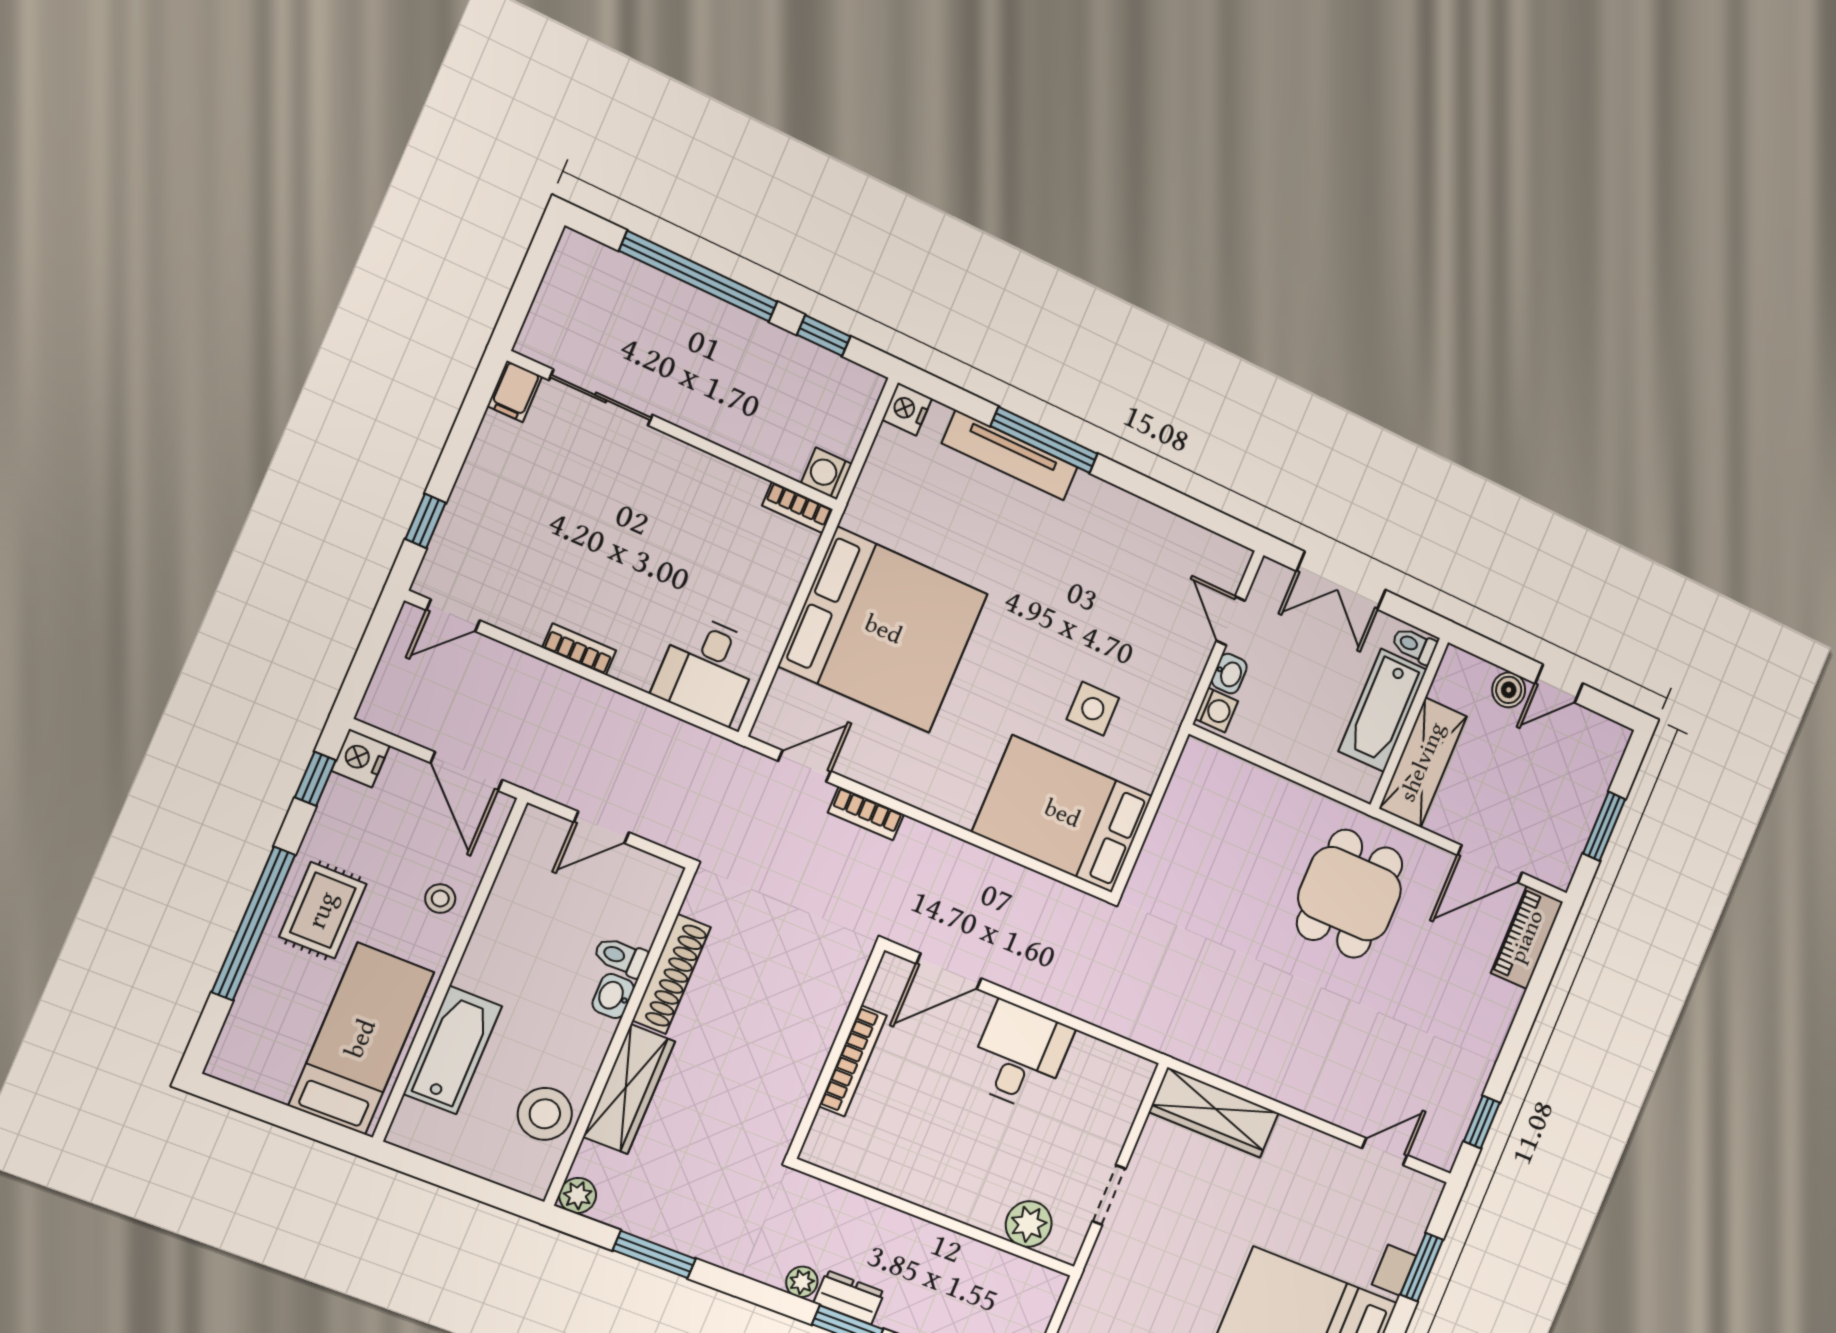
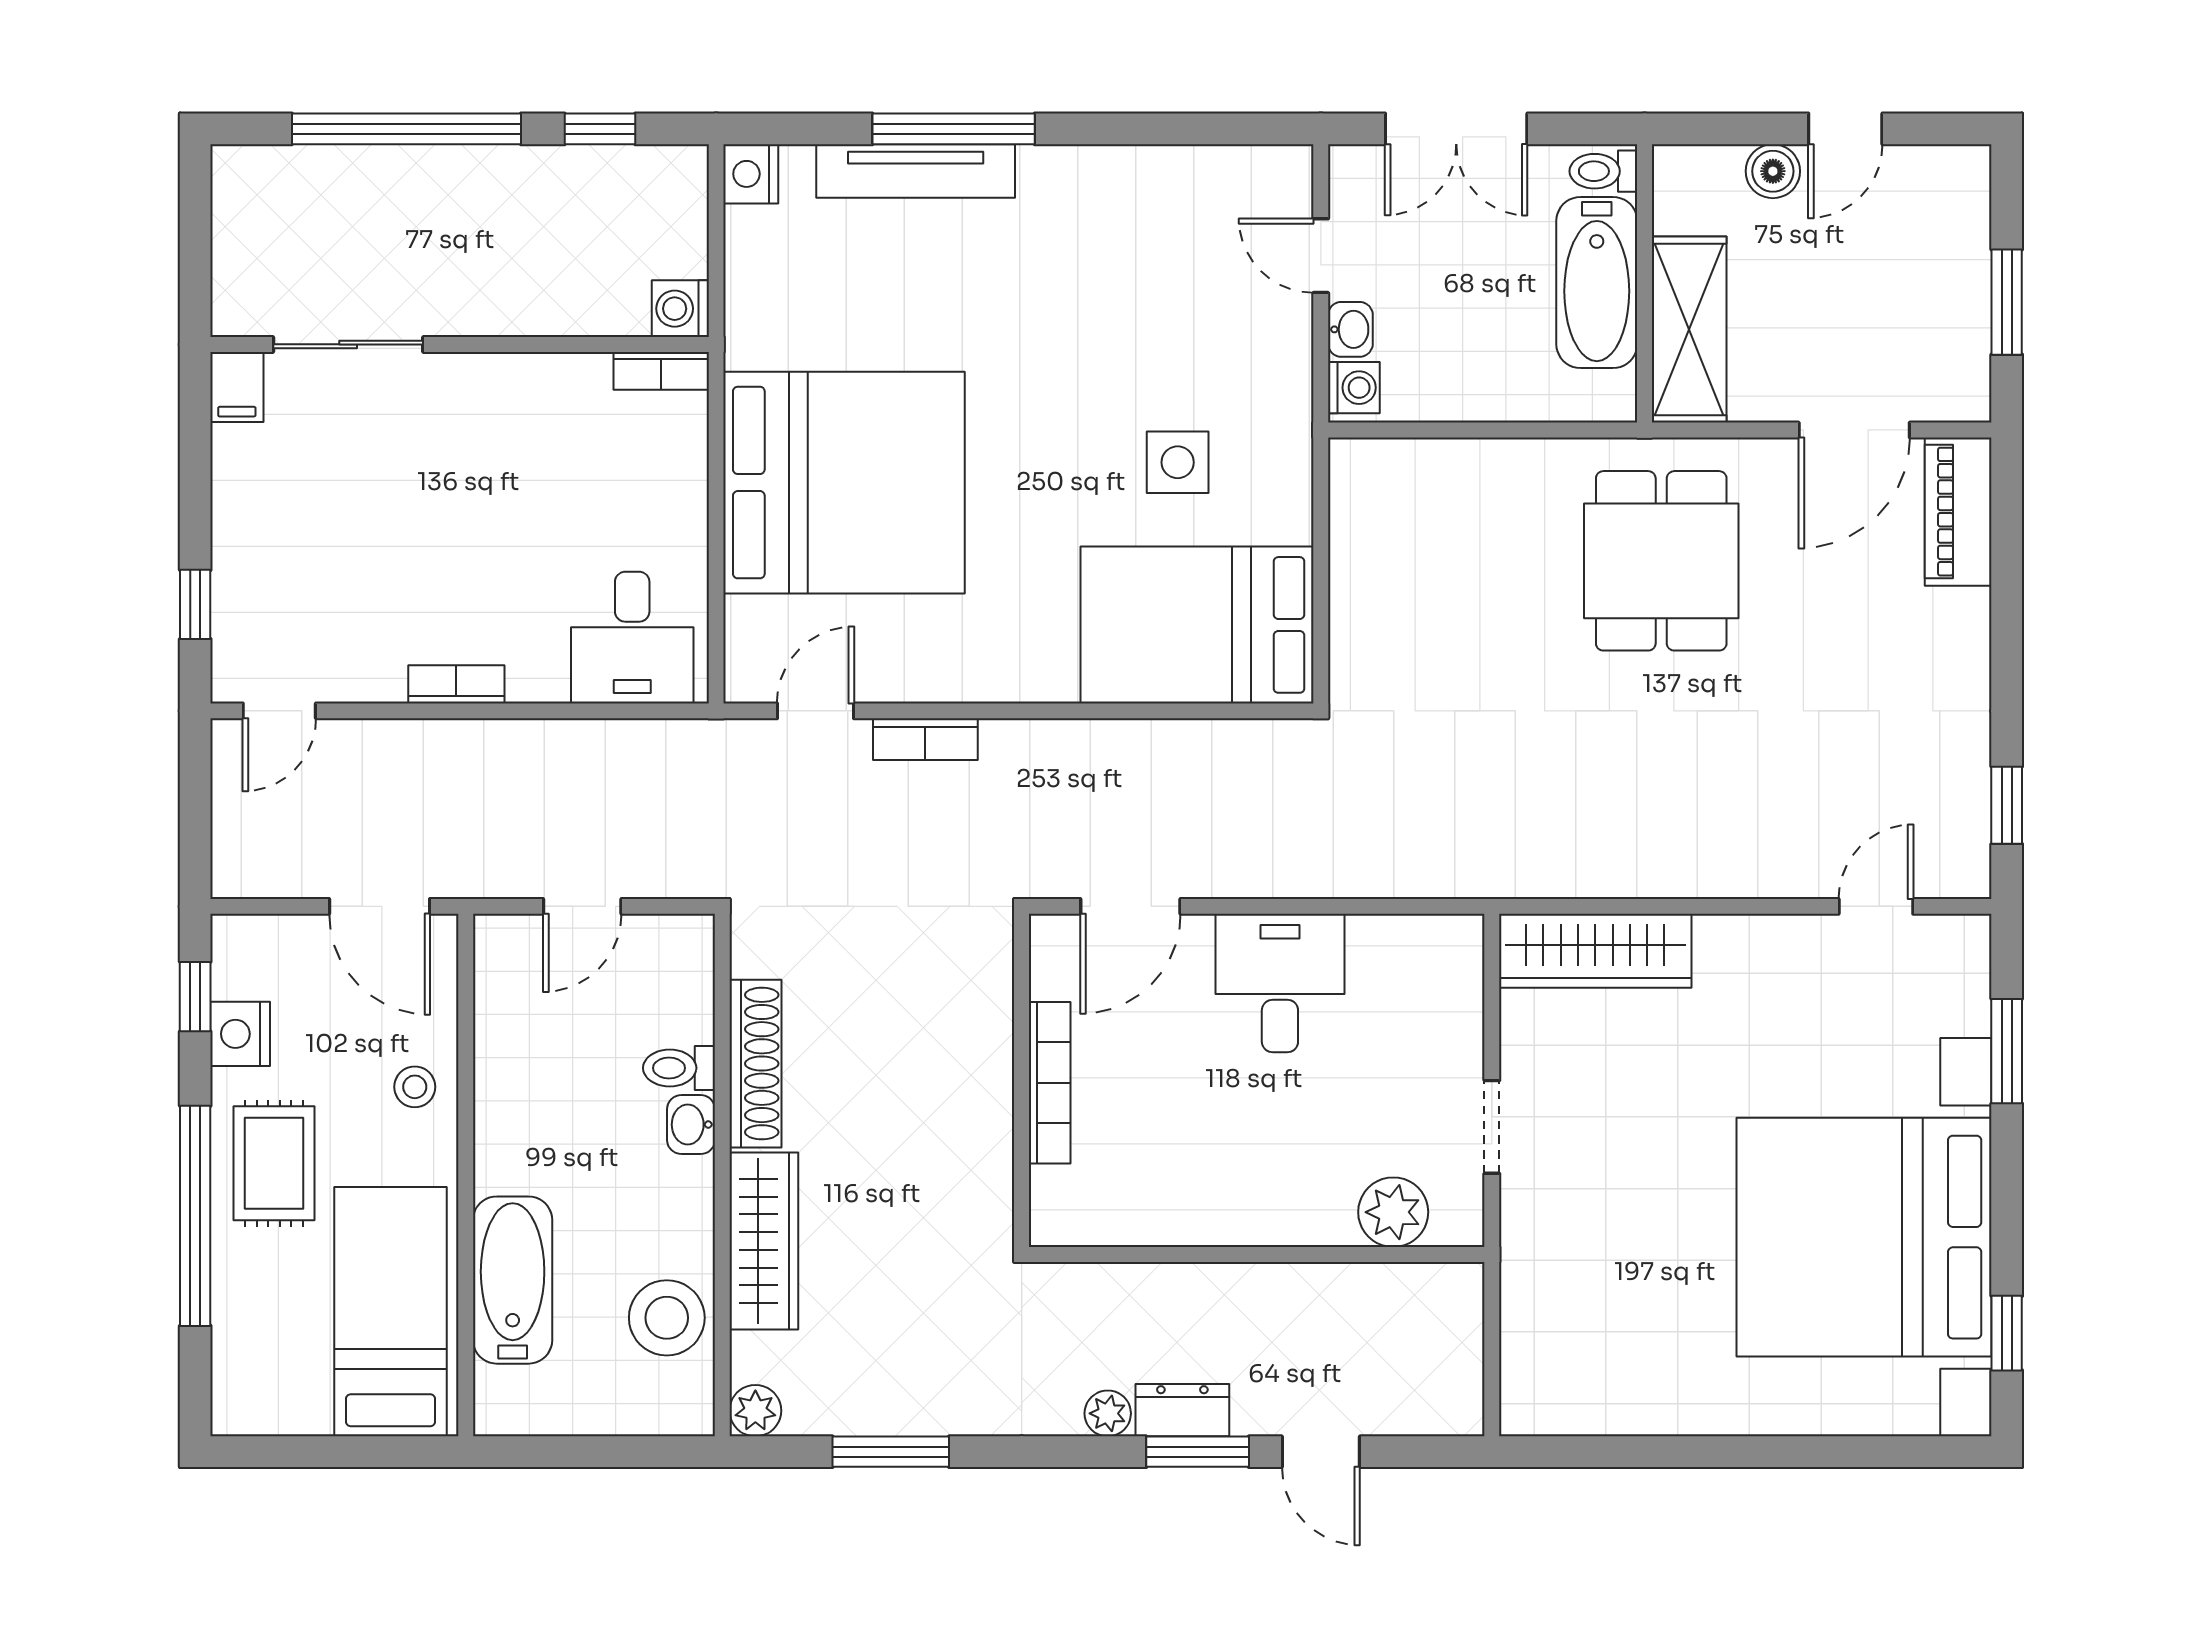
nightstand: (361, 758) -> (240, 1034), moved

